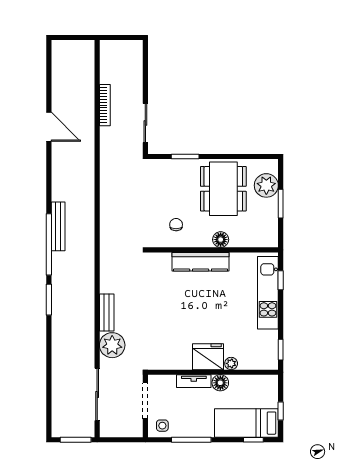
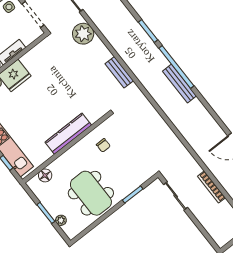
plant: (266, 185) -> (61, 220), width x0.53, depth x0.53
floor lamp: (221, 240) -> (45, 175), moved
bench: (107, 313) -> (119, 72), moved

